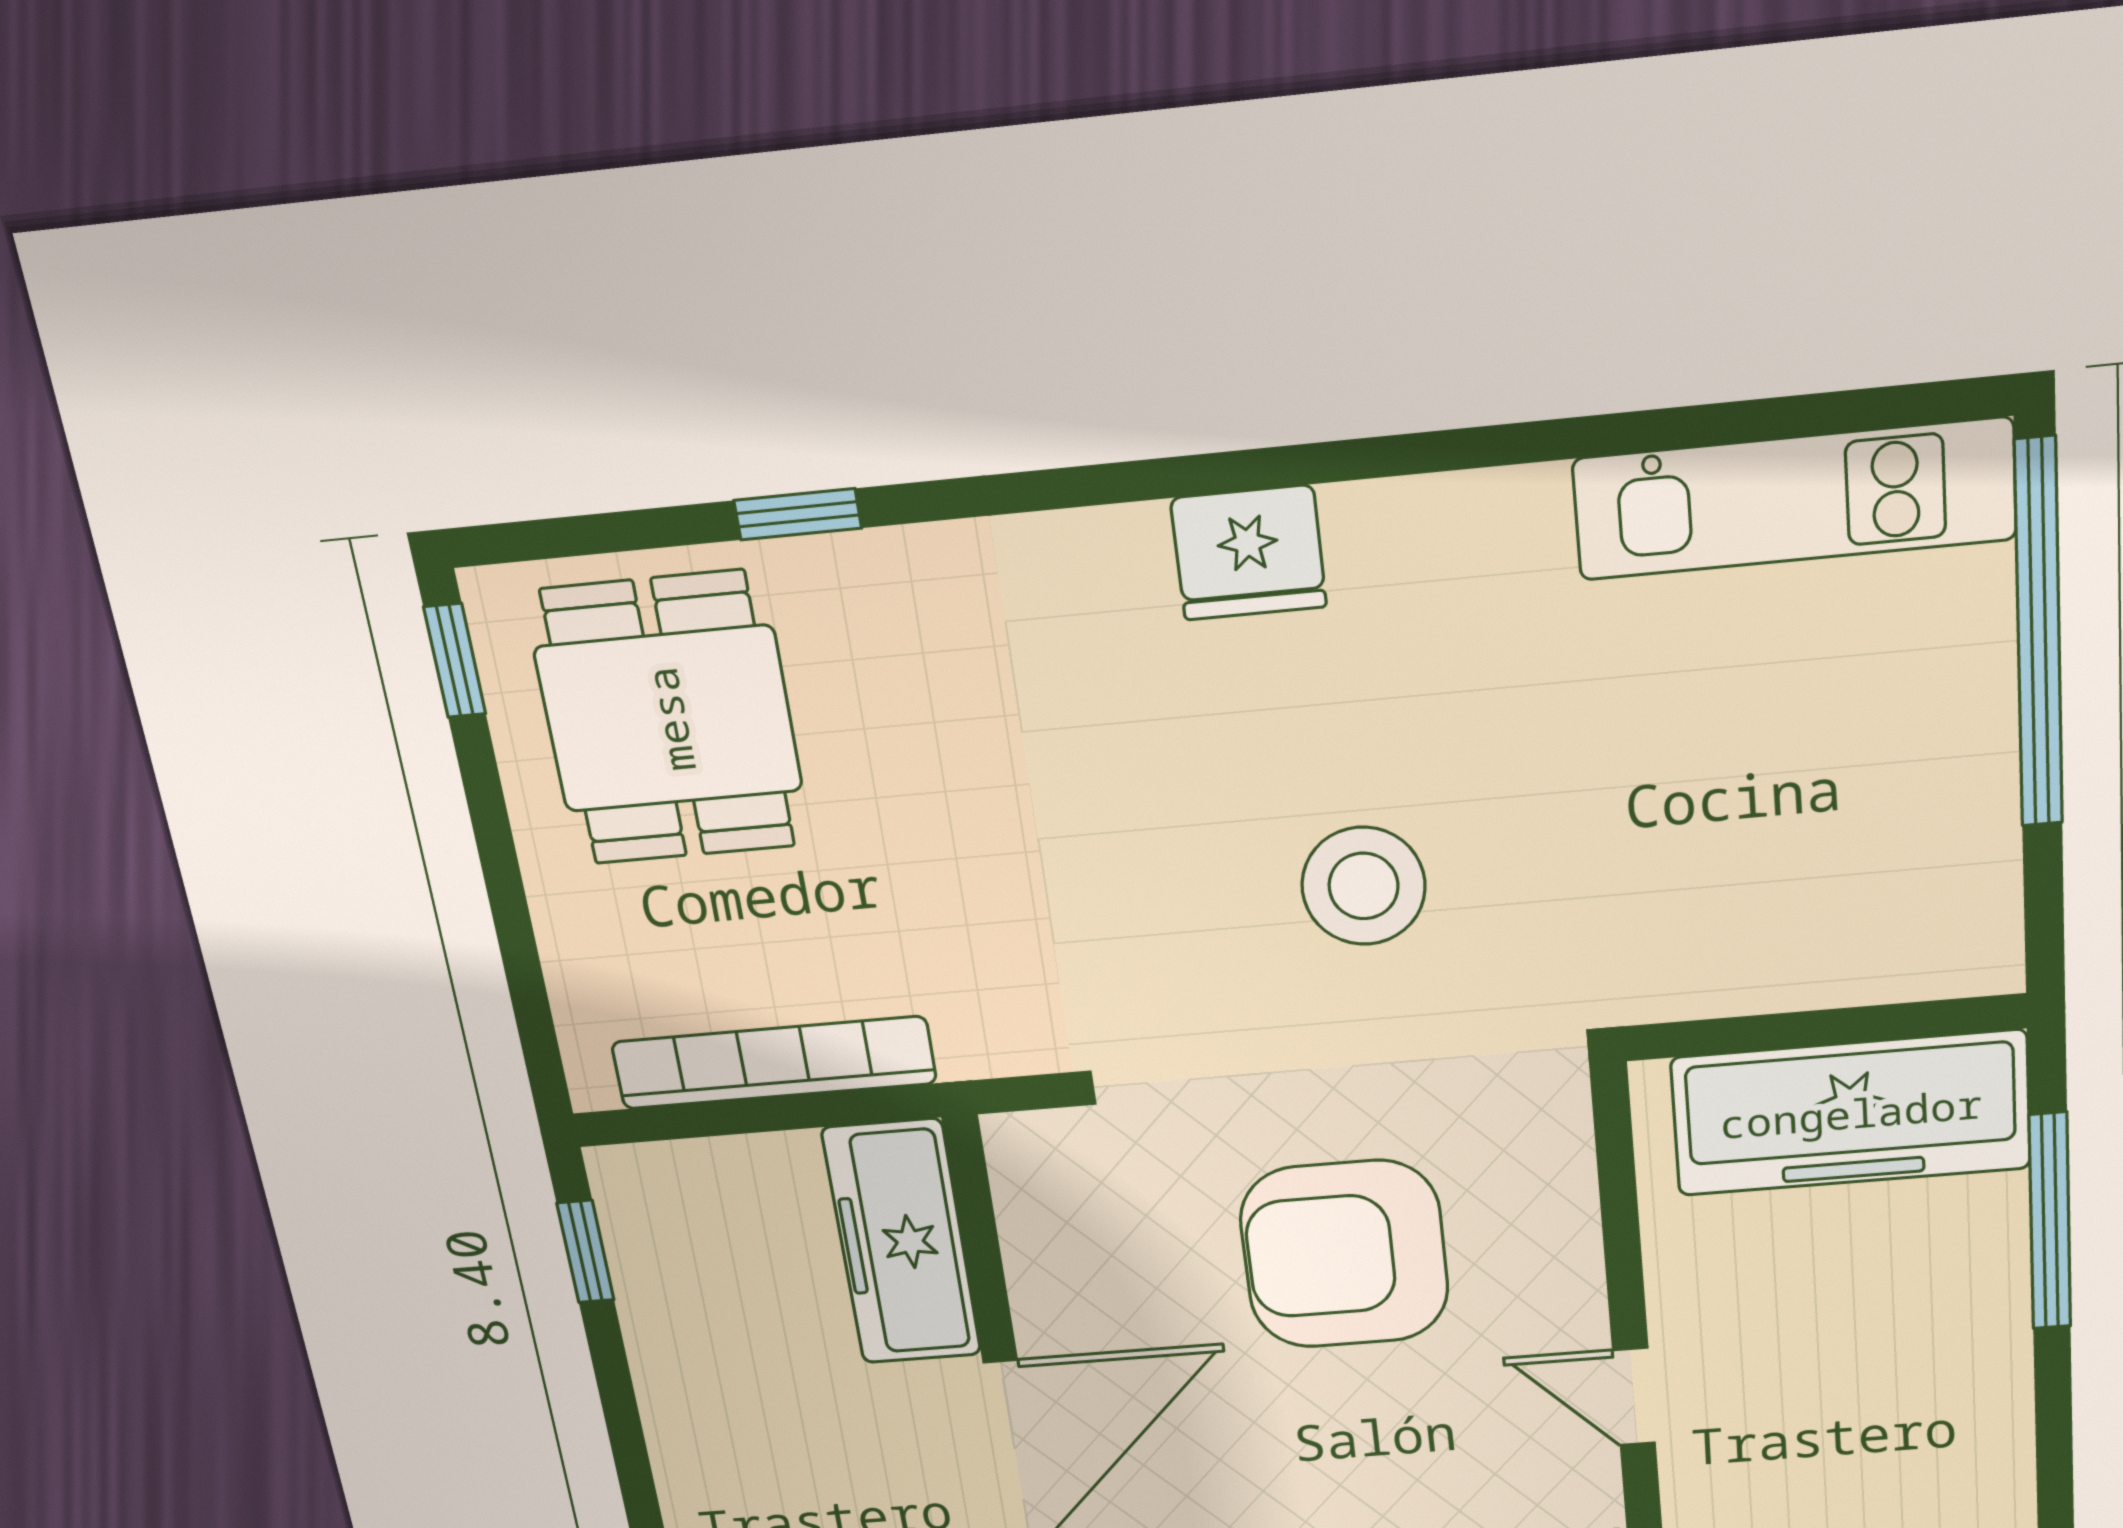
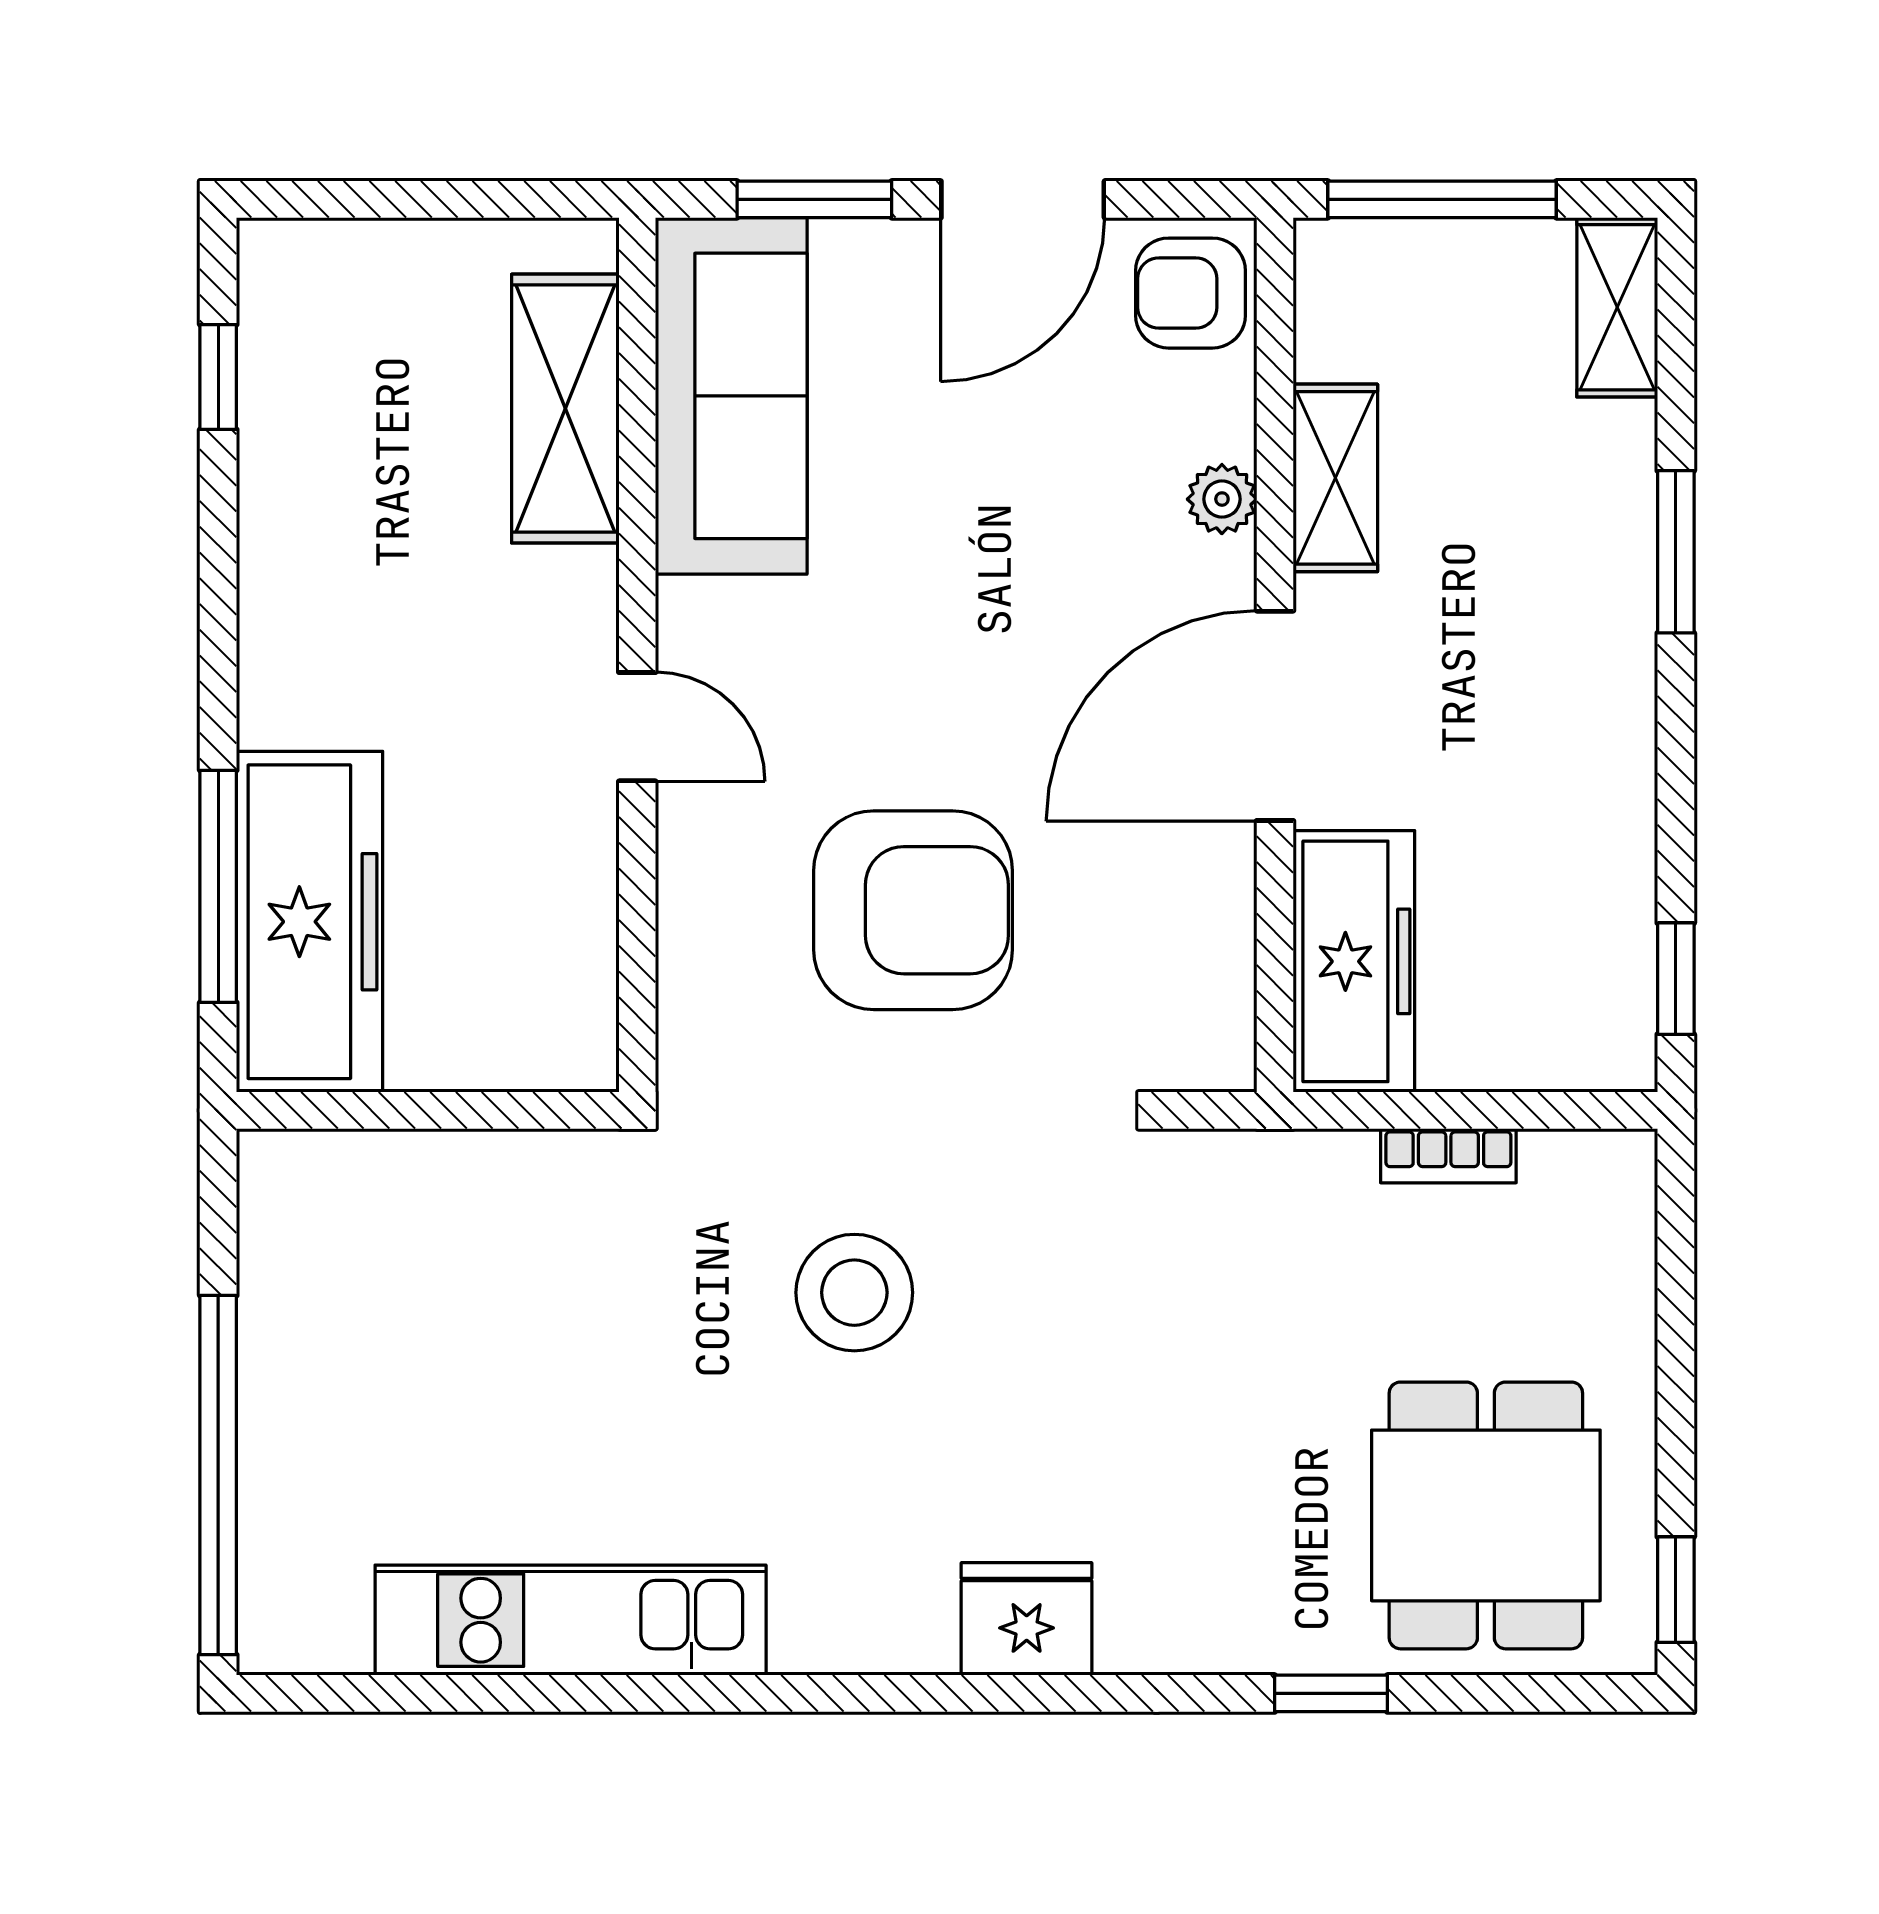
kitchen unit: (1794, 499) -> (571, 1620), moved
fridge: (1249, 553) -> (1027, 1619), moved
bookcase: (774, 1063) -> (1448, 1156), width x0.43, depth x0.76
freezer: (1851, 1113) -> (310, 922), moved, turned 90

